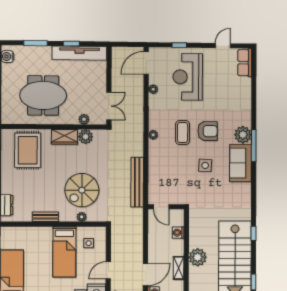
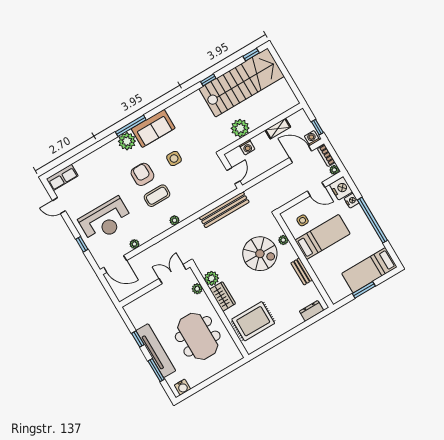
tv unit: (79, 53) -> (156, 351), moved
plant: (198, 257) -> (240, 128), moved

